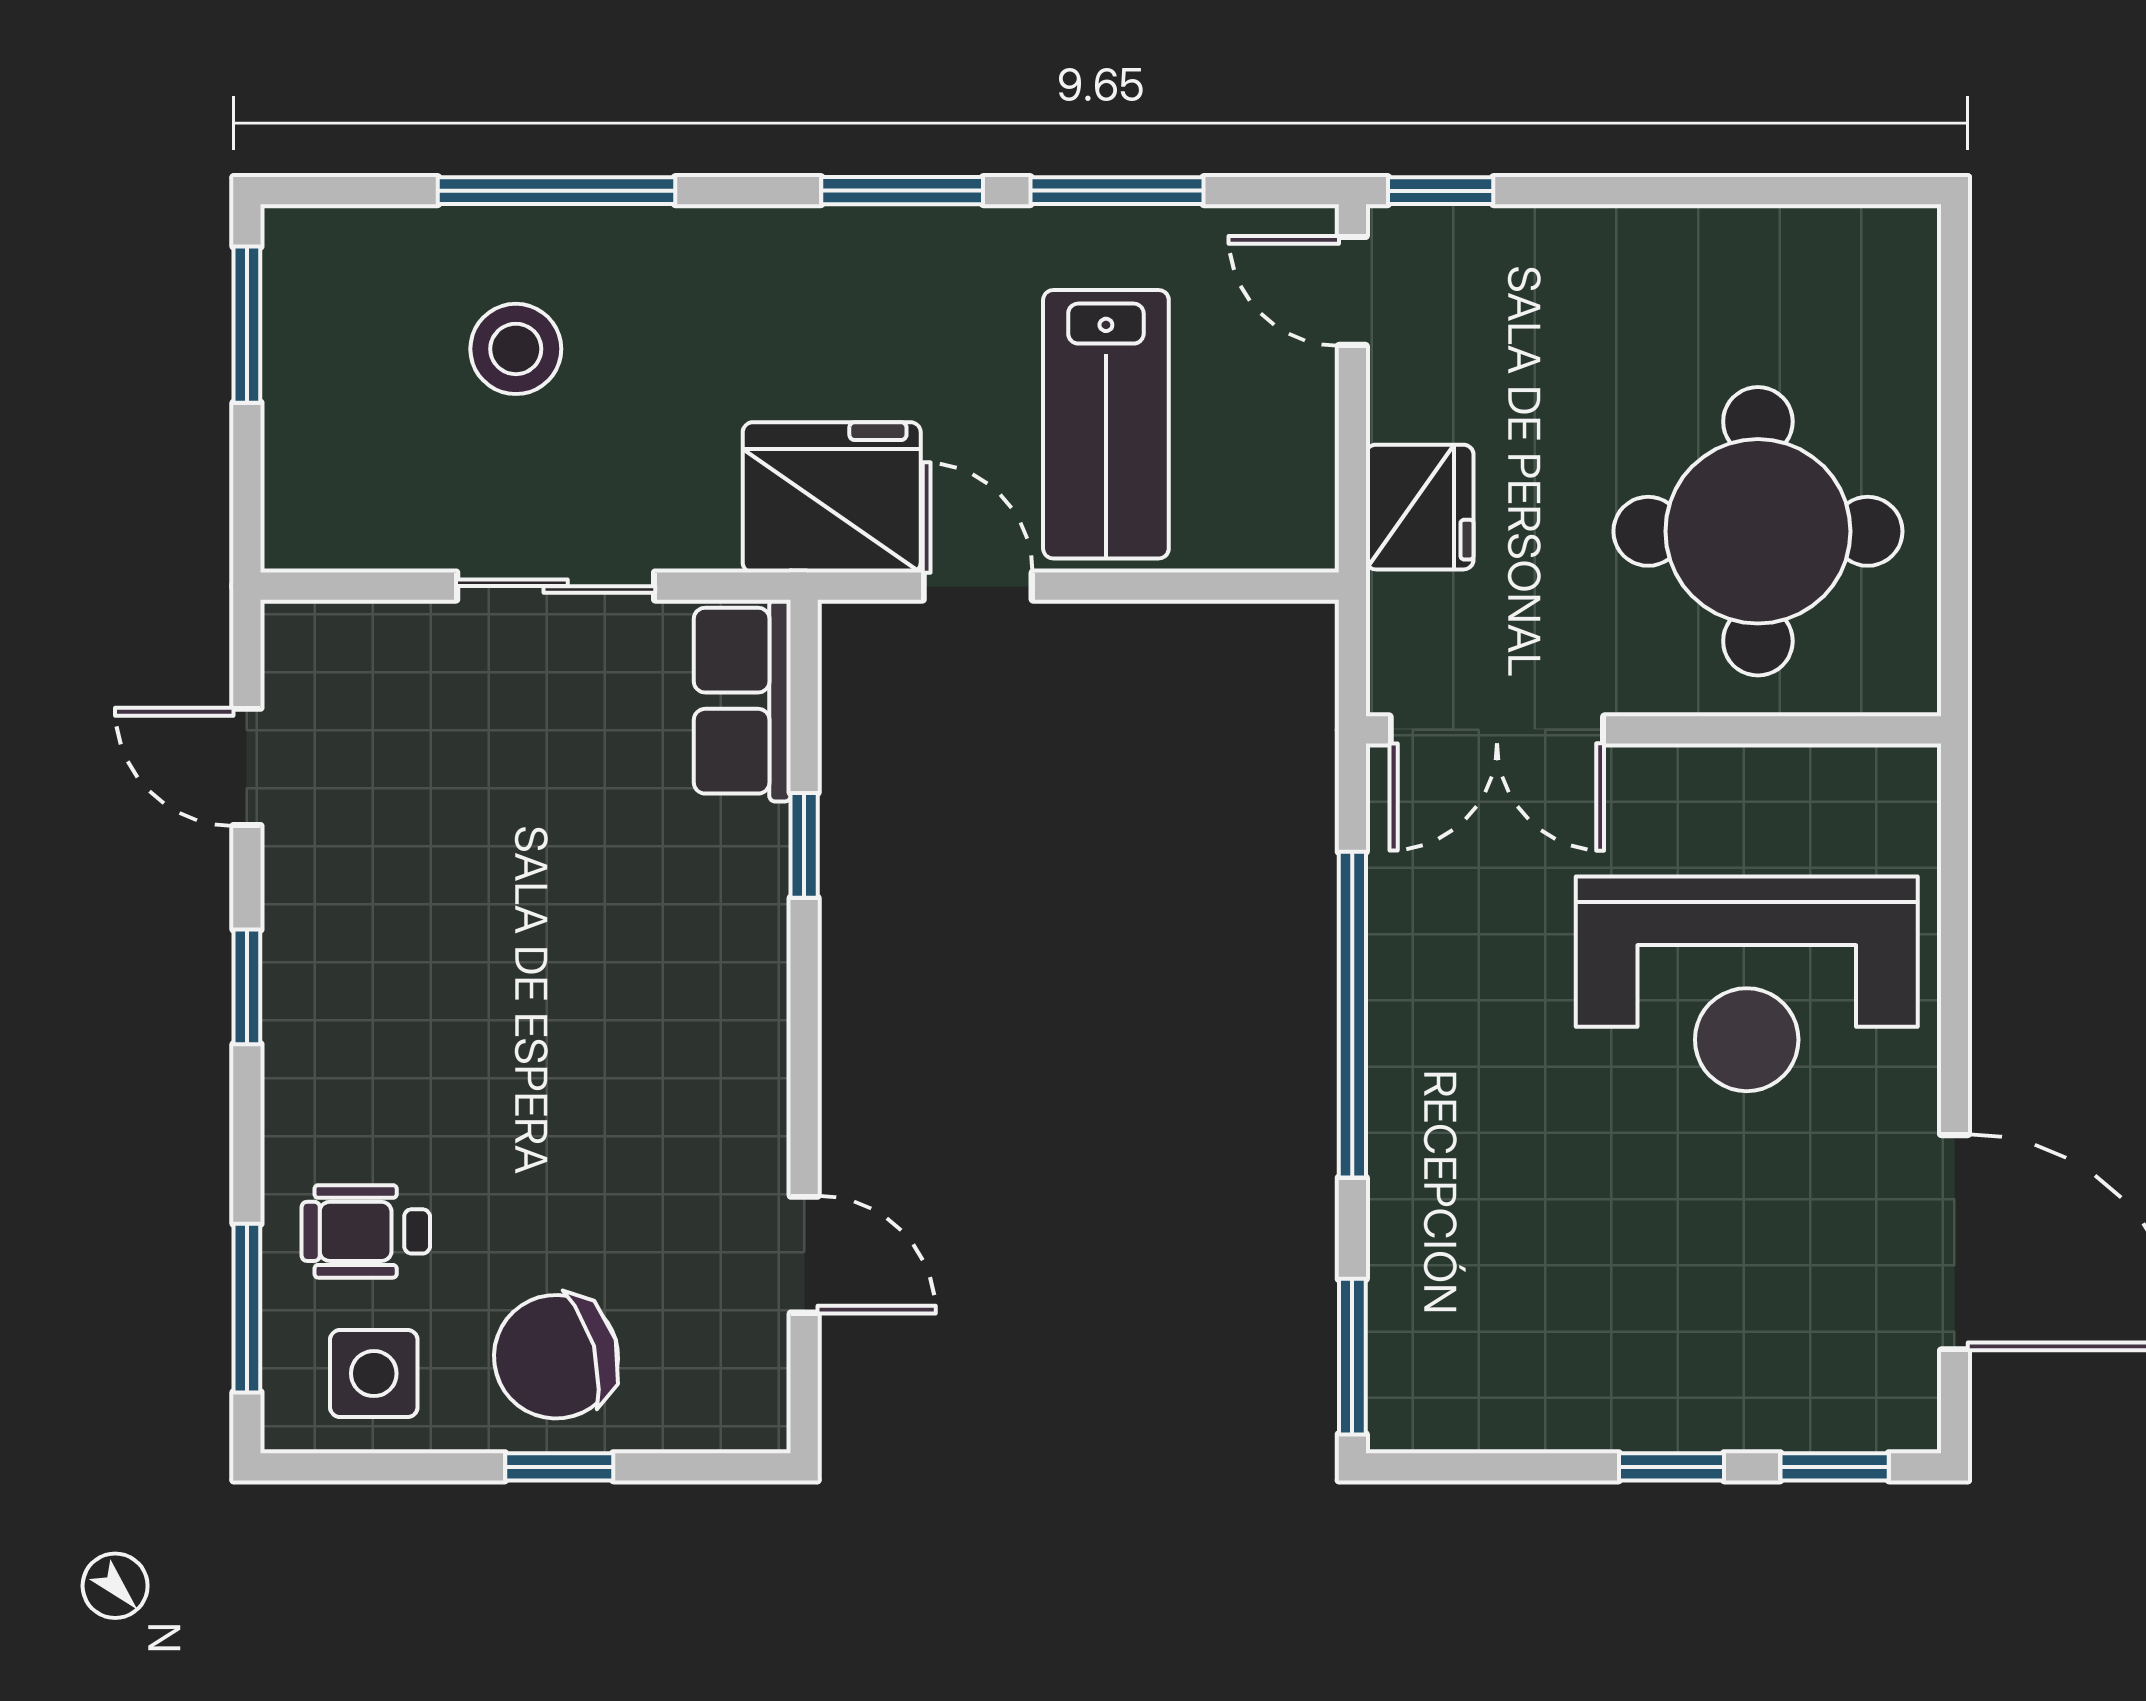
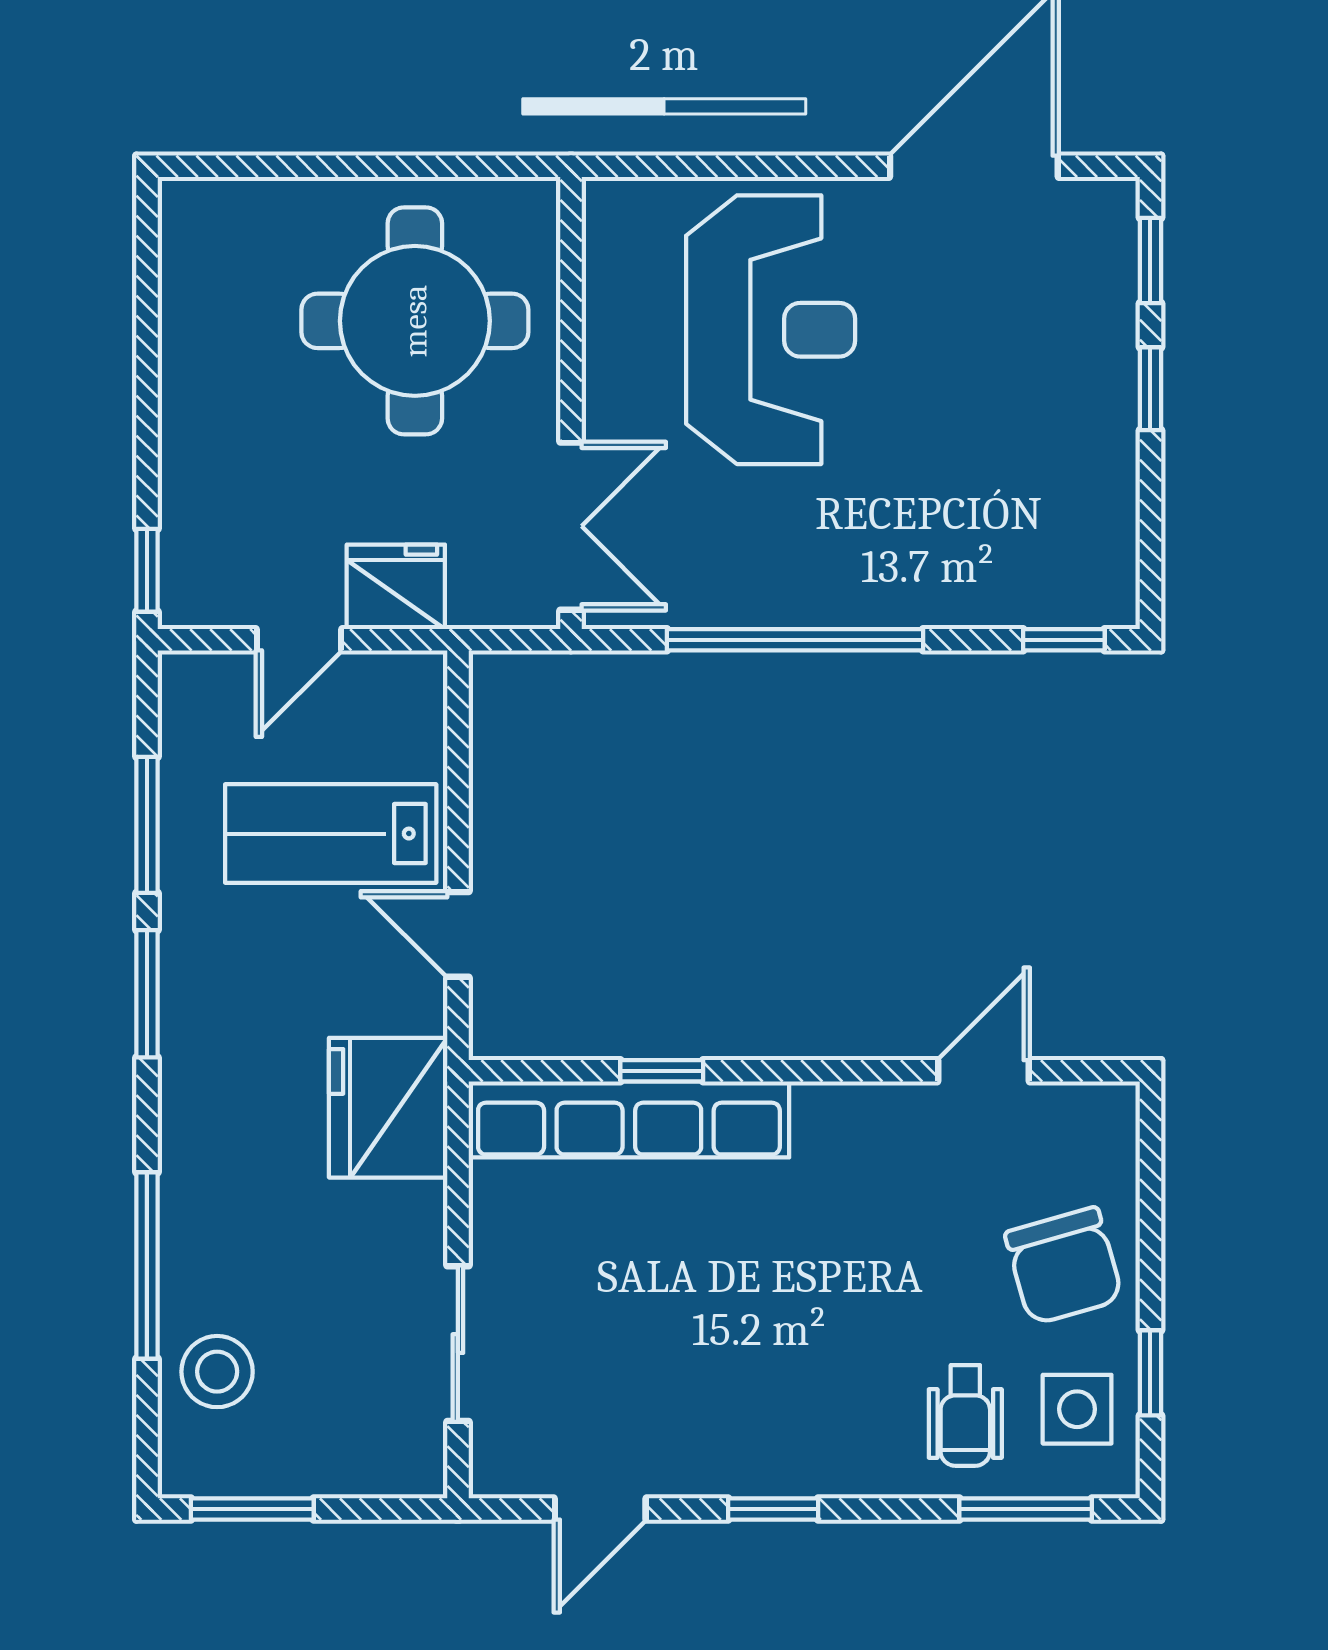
door: (1352, 291) -> (299, 640), moved
stool: (516, 349) -> (217, 1372), moved
lab bench: (1106, 424) -> (331, 834), turned 180
fridge: (832, 497) -> (388, 1108), moved
sliding door: (556, 586) -> (458, 1344), moved
door: (978, 586) -> (458, 934), hinge flipped
row of seats: (742, 701) -> (629, 1119), width x2.02
window: (1352, 1357) -> (1064, 640), width x0.67
window: (559, 1467) -> (1150, 1373), moved

